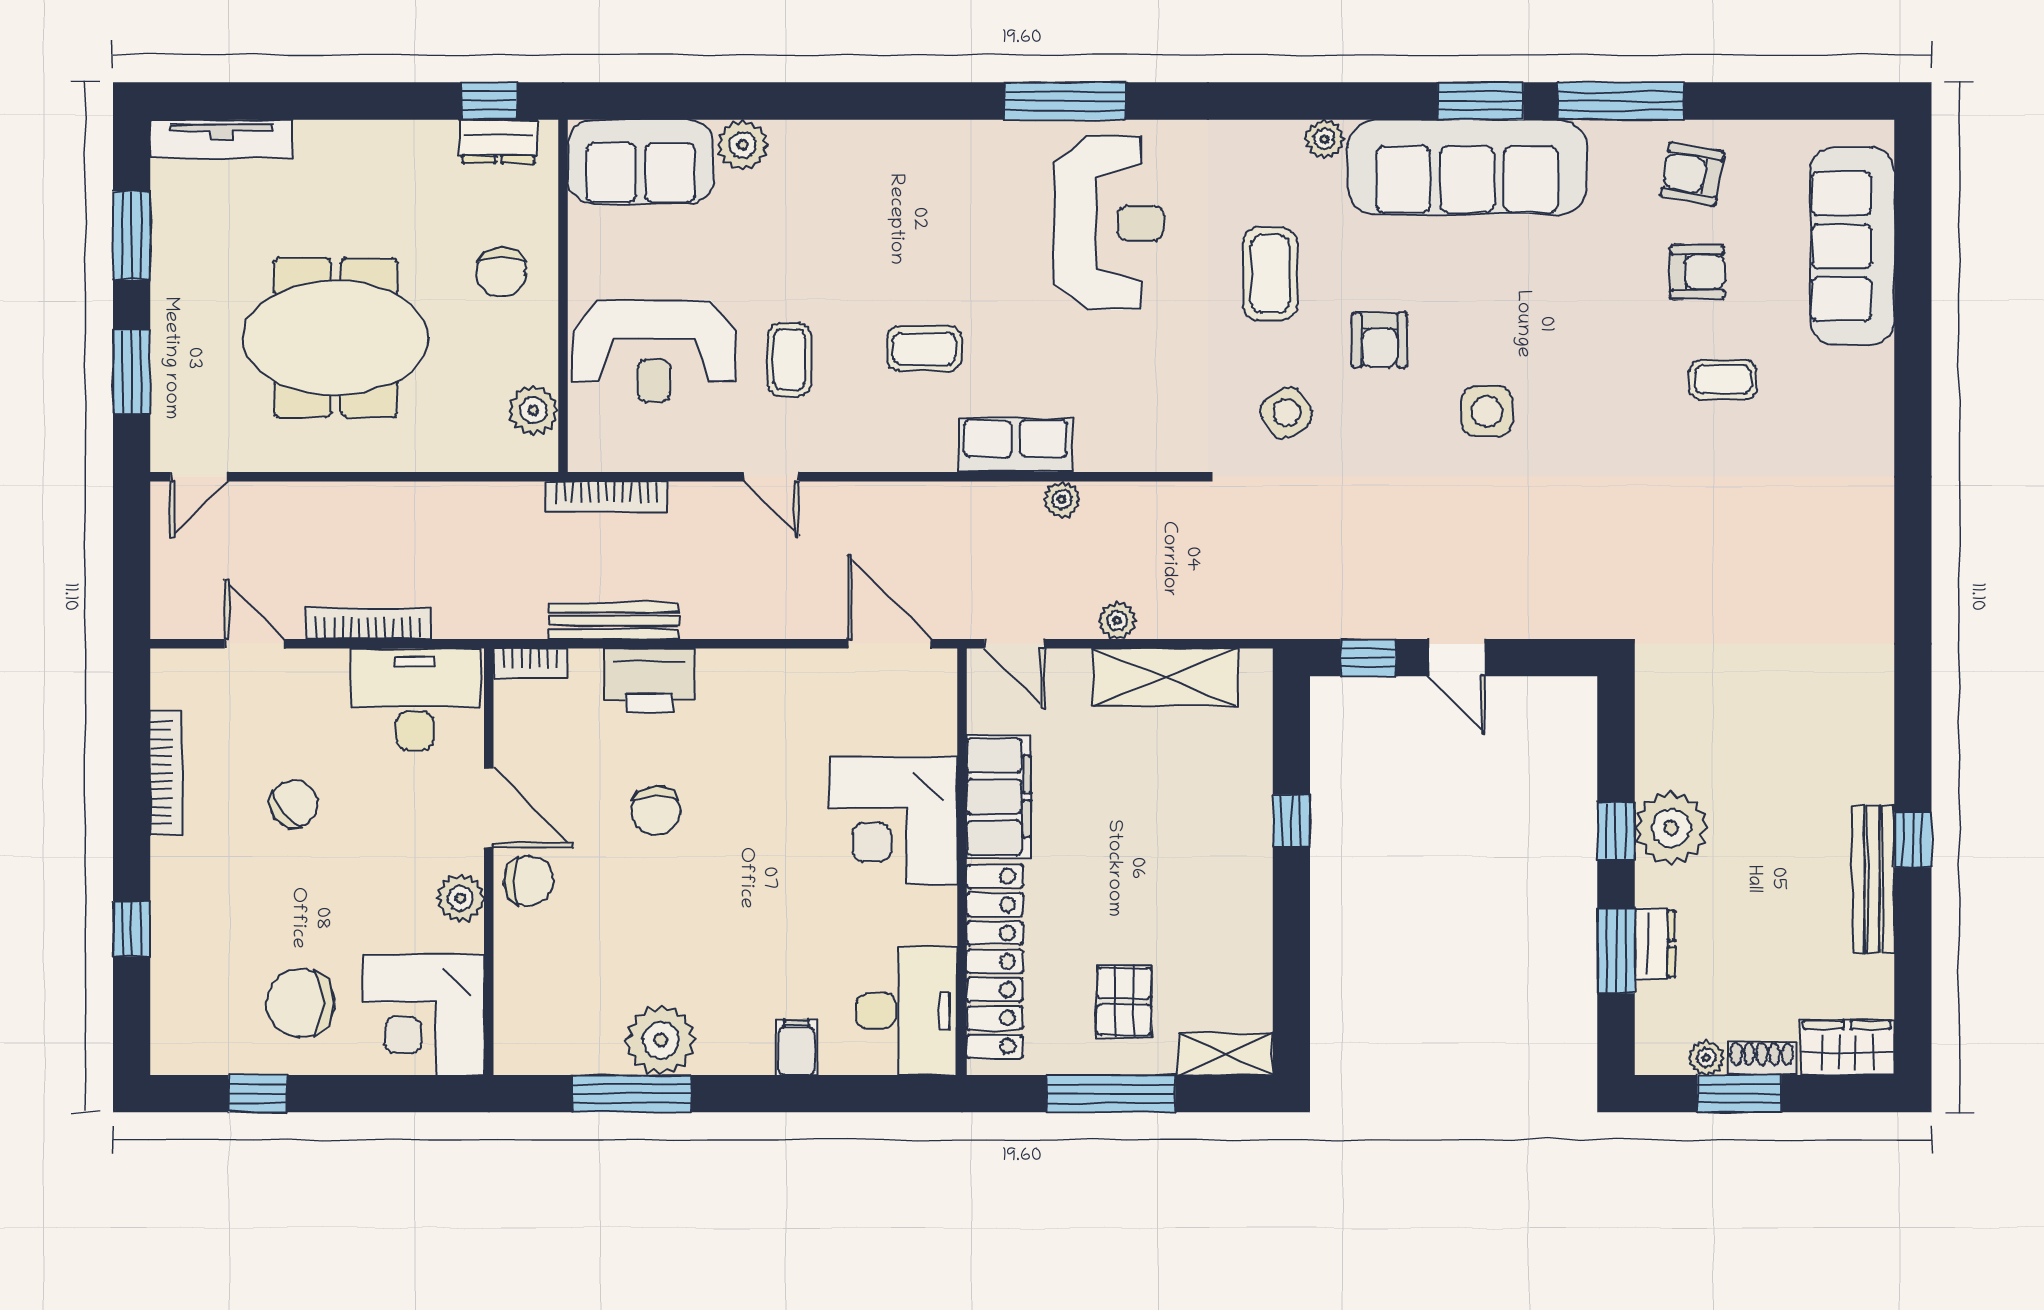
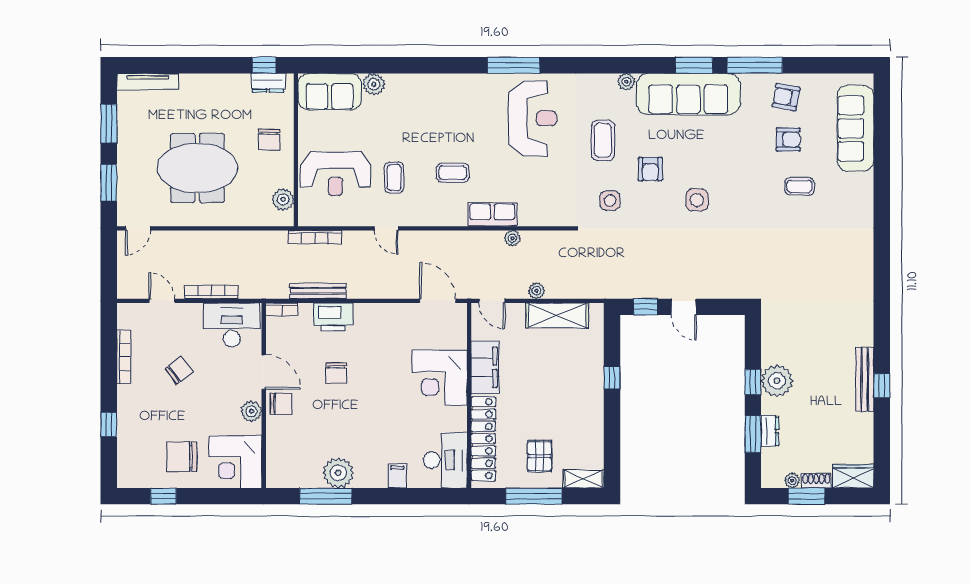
side table: (1287, 413) -> (610, 201), turned 35
bench: (1874, 879) -> (865, 379), moved

